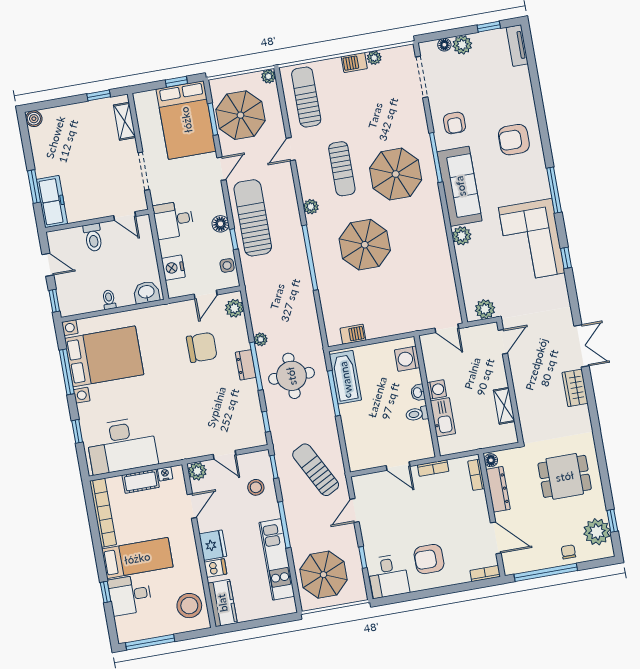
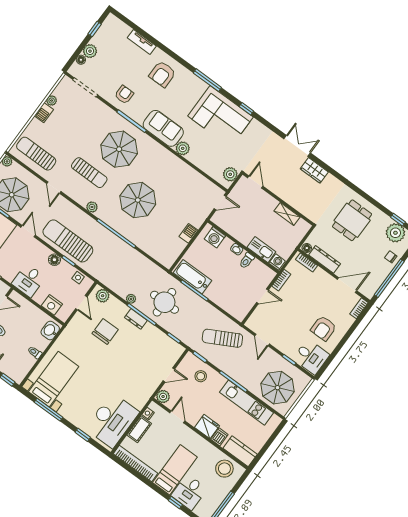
tv unit: (517, 46) -> (142, 42), moved
armchair: (454, 123) -> (124, 95), turned -90
sofa: (460, 186) -> (163, 128), width x0.73
barbecue: (353, 334) -> (189, 233), moved
bed with nightstands: (104, 356) -> (54, 379), width x0.73
washing machine: (437, 389) -> (277, 262), moved

